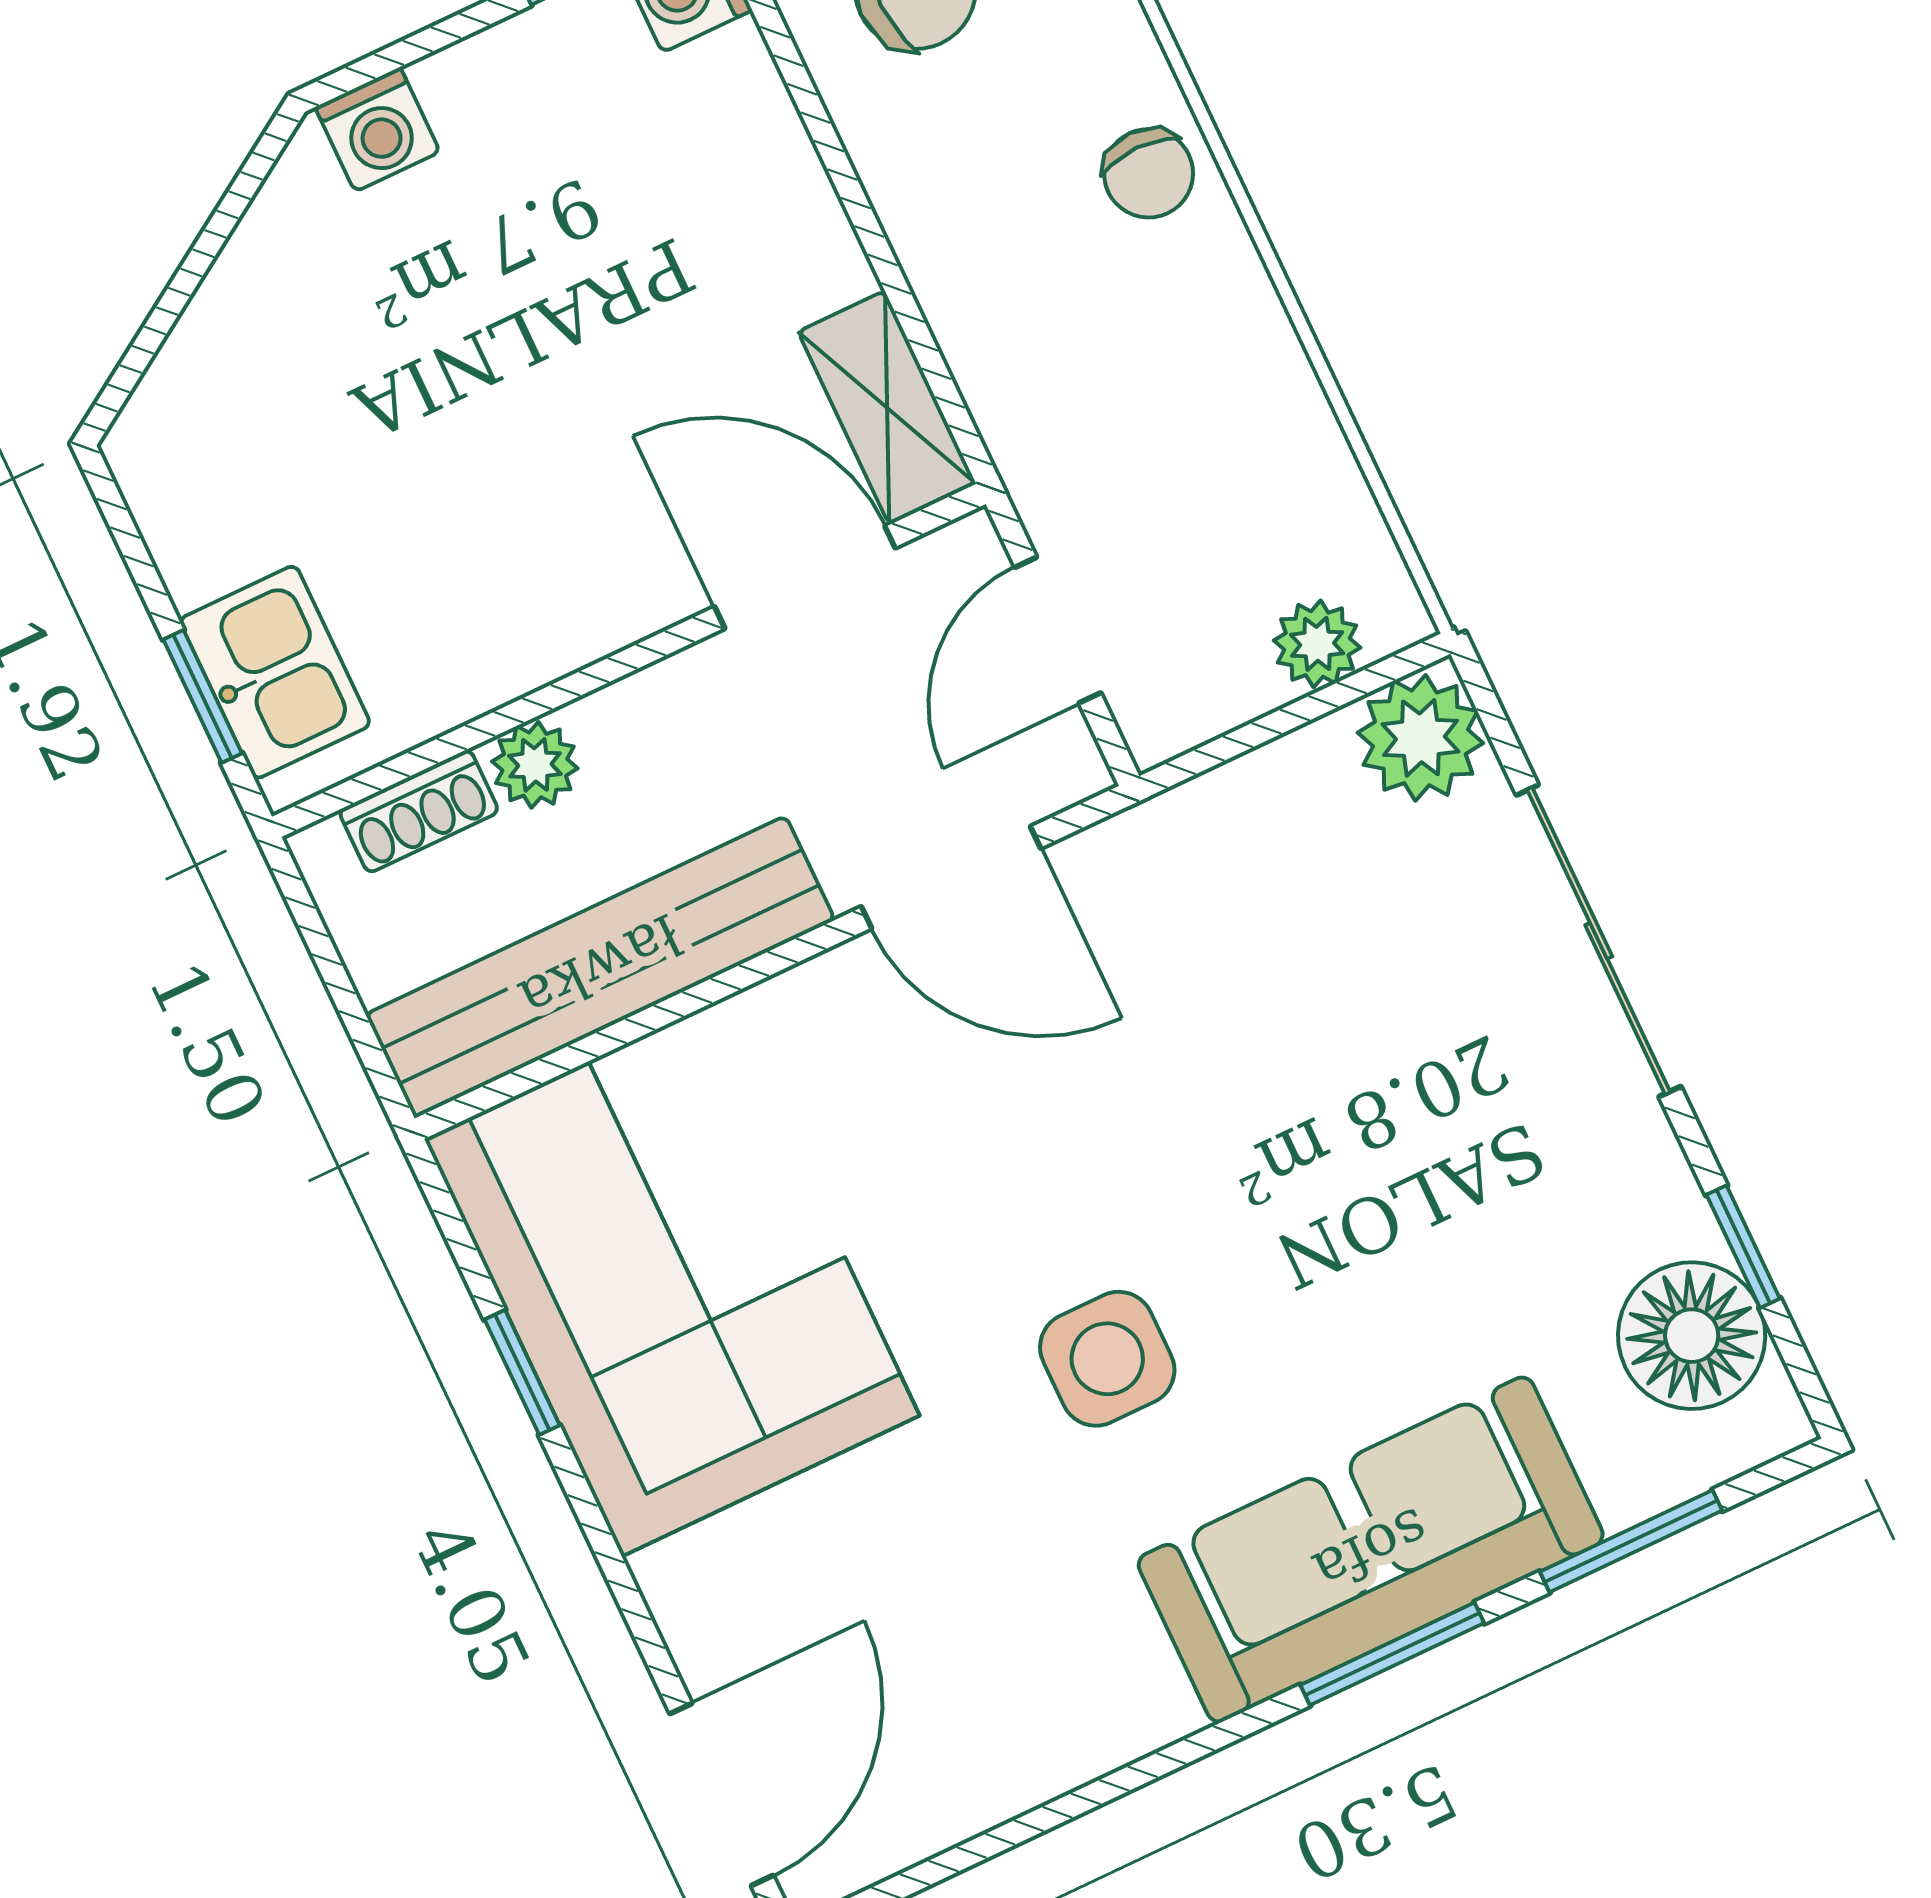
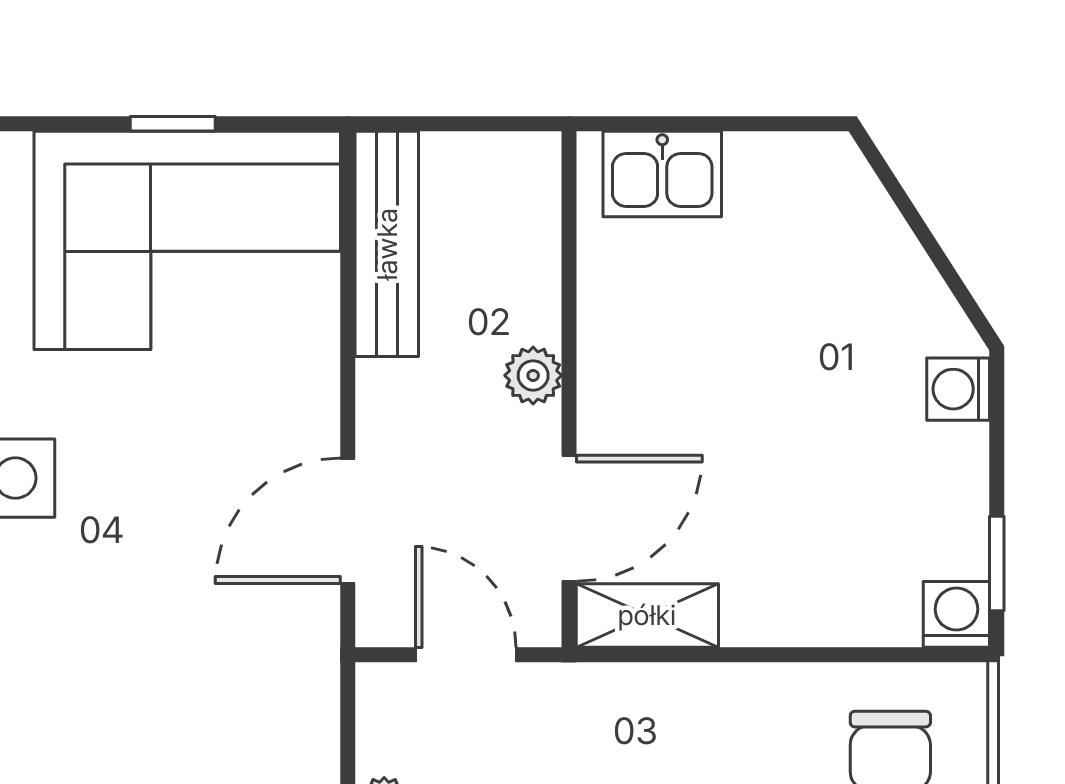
window: (203, 696) -> (668, 124), removed
plant: (535, 765) -> (533, 375), moved
shoe rack: (419, 811) -> (538, 221), removed
bench: (600, 967) -> (387, 244), width x0.73, depth x0.82

